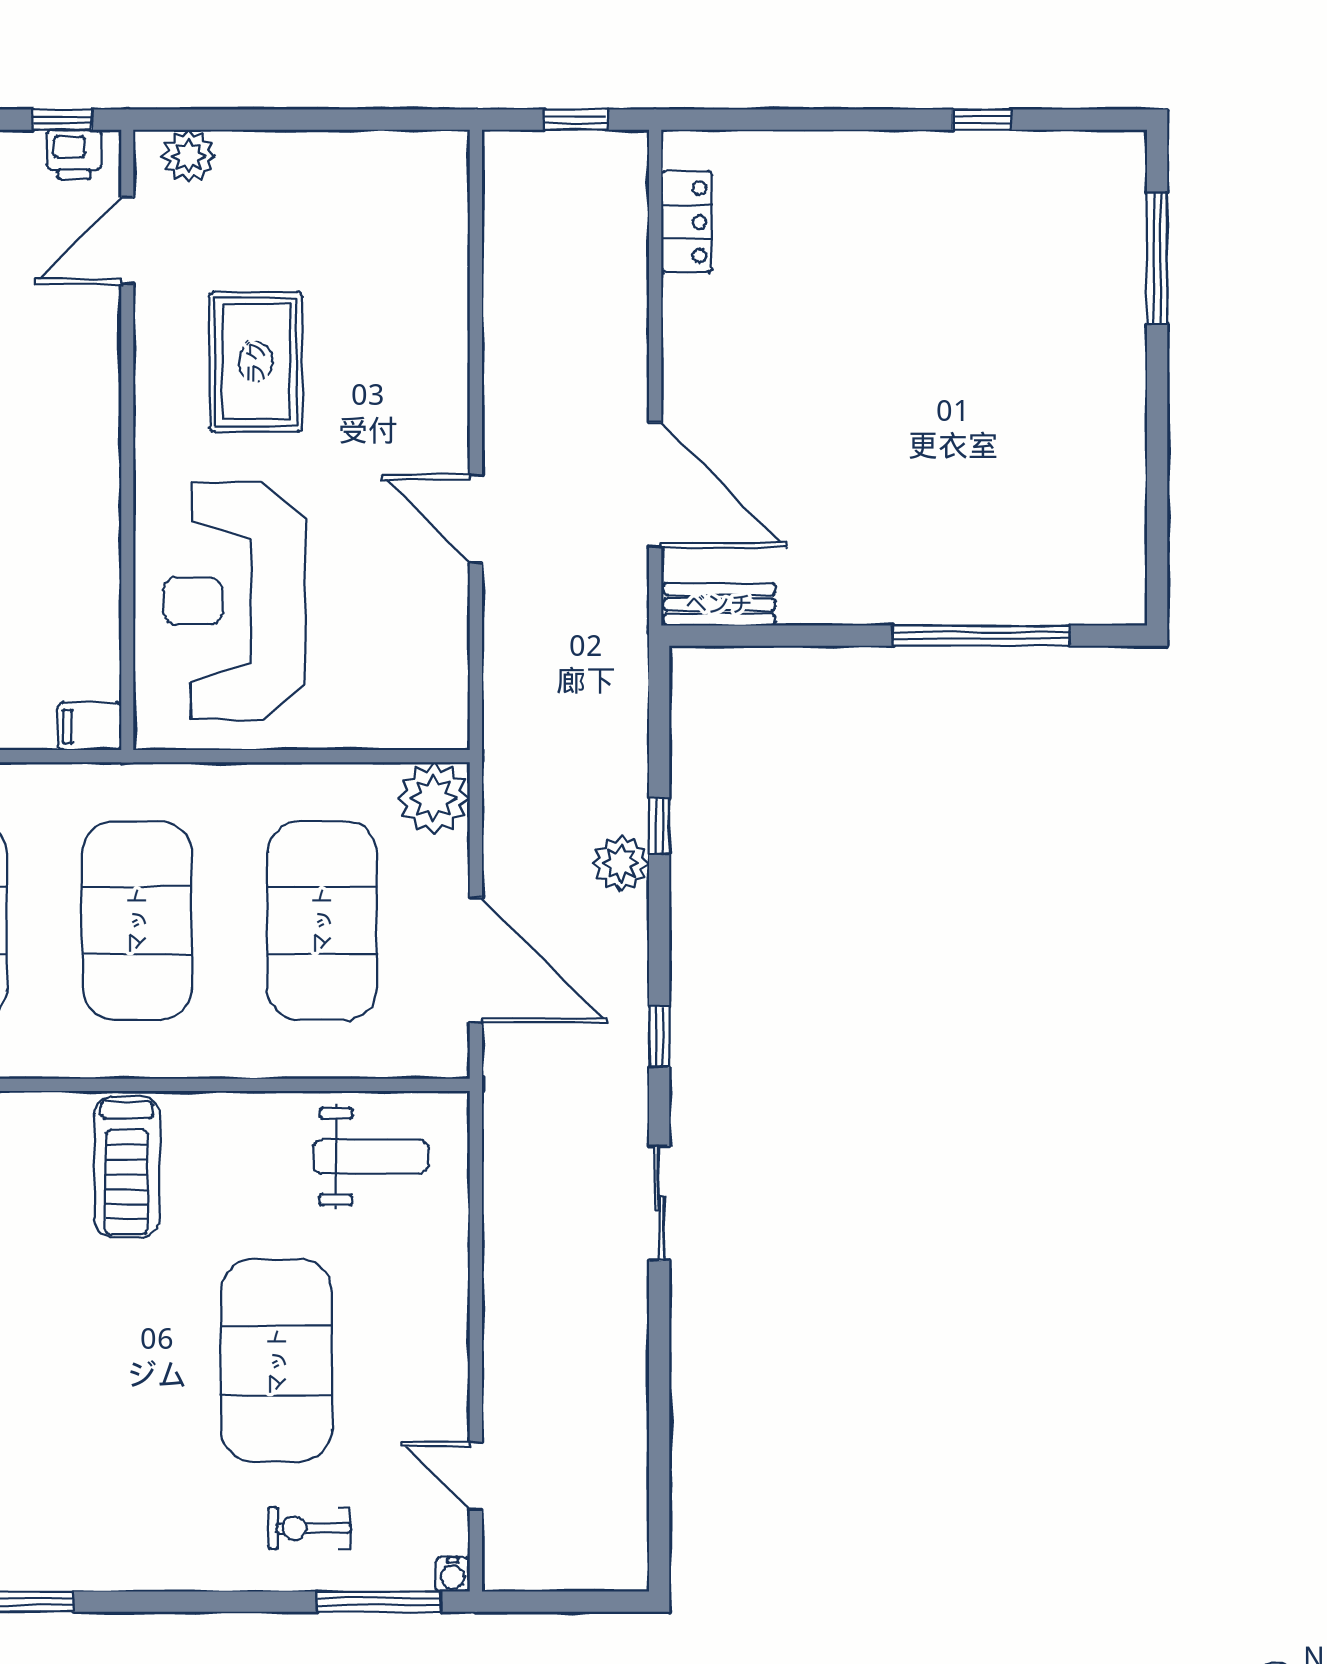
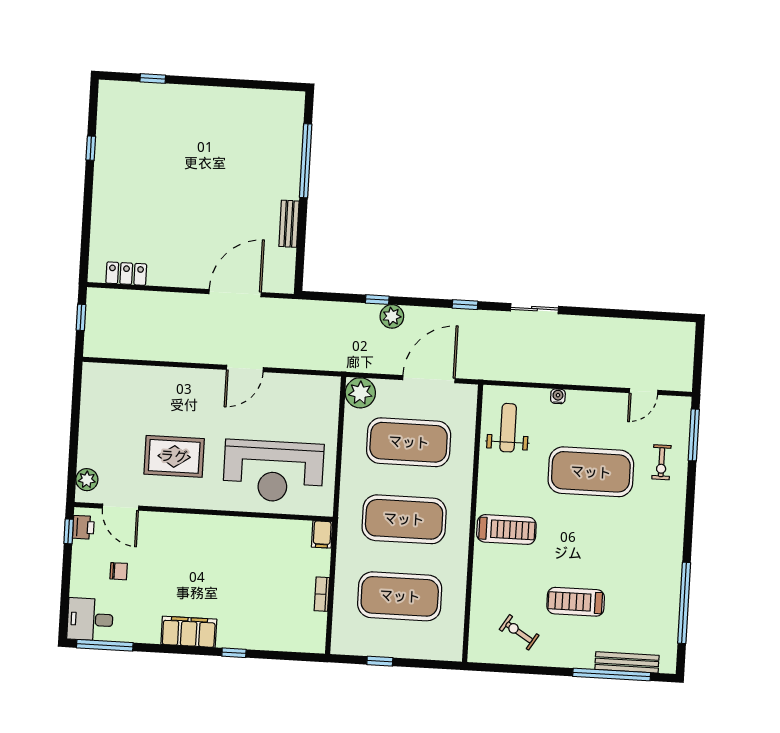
window: (1157, 258) -> (153, 78), width x0.46
bench: (719, 604) -> (289, 224), moved
water cooler: (453, 1574) -> (558, 396), moved, turned -90

